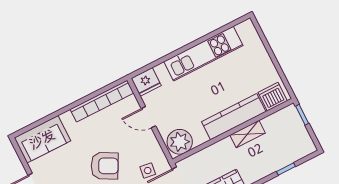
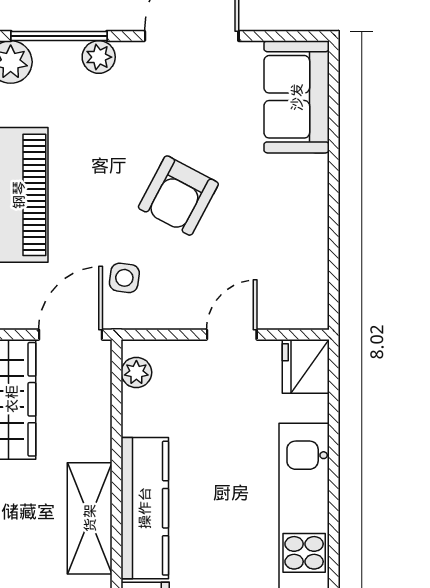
bookcase: (102, 101) -> (312, 257), removed
shelving: (248, 134) -> (90, 518), width x1.50, depth x1.33
plant: (180, 142) -> (136, 372), width x0.53, depth x0.53

